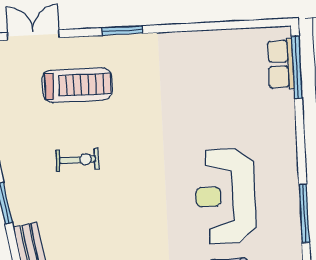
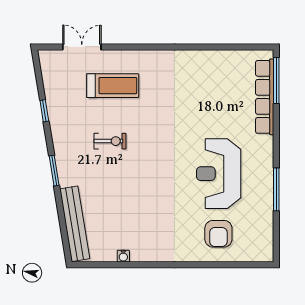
window: (122, 31) -> (148, 47), removed
row of seats: (281, 64) -> (265, 97), width x2.02

